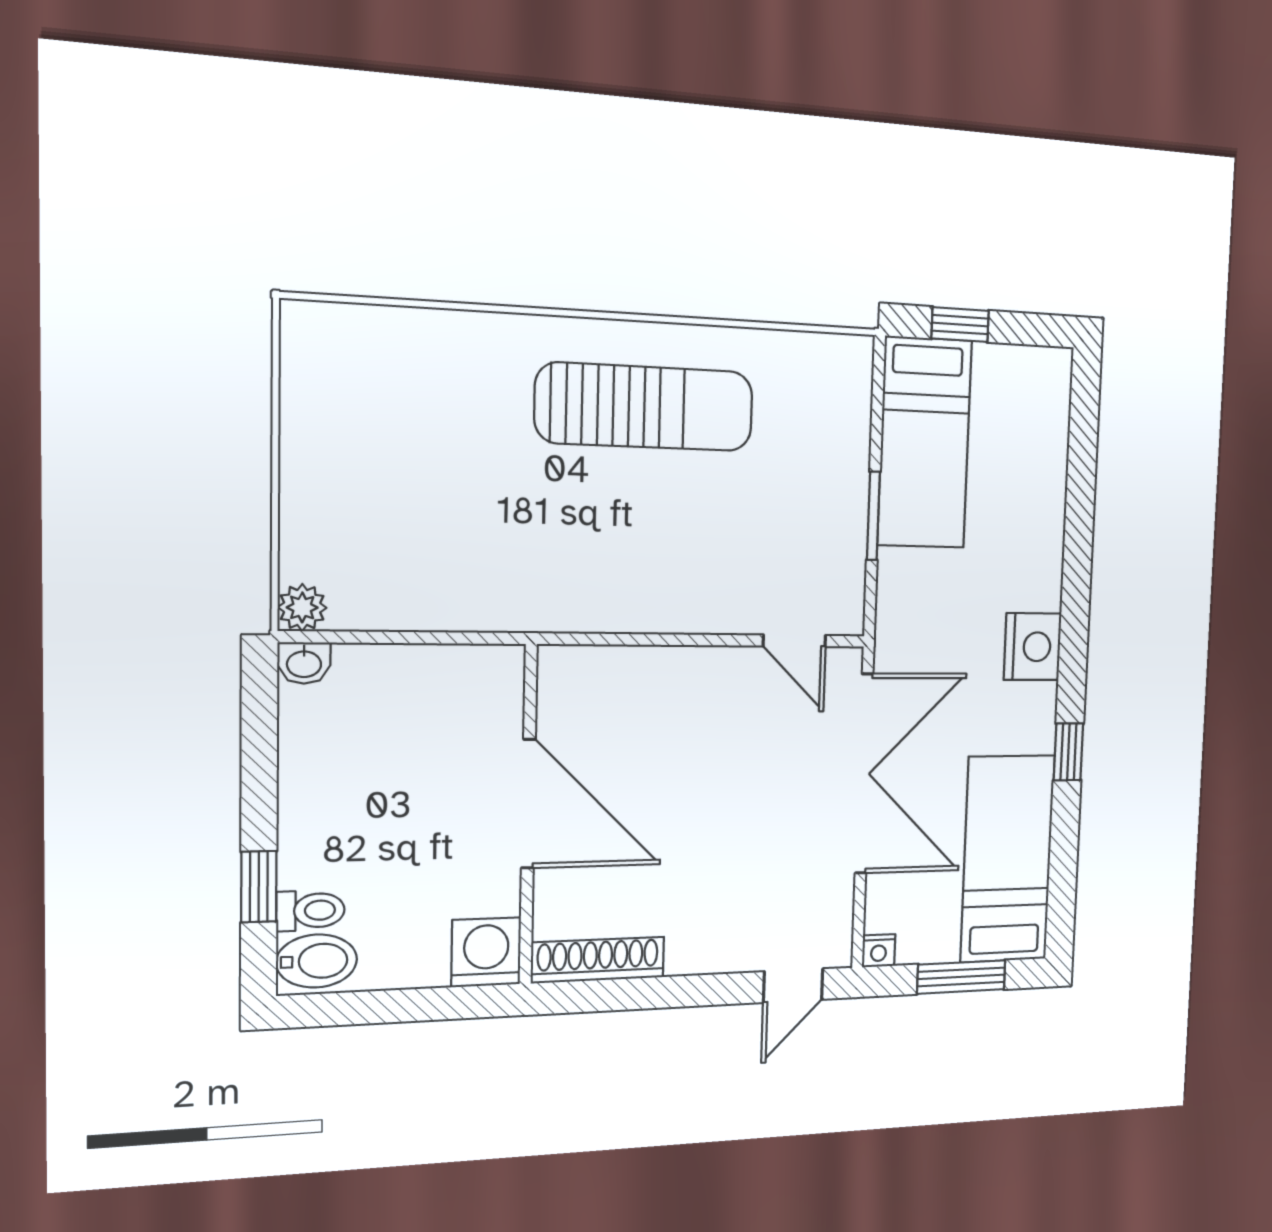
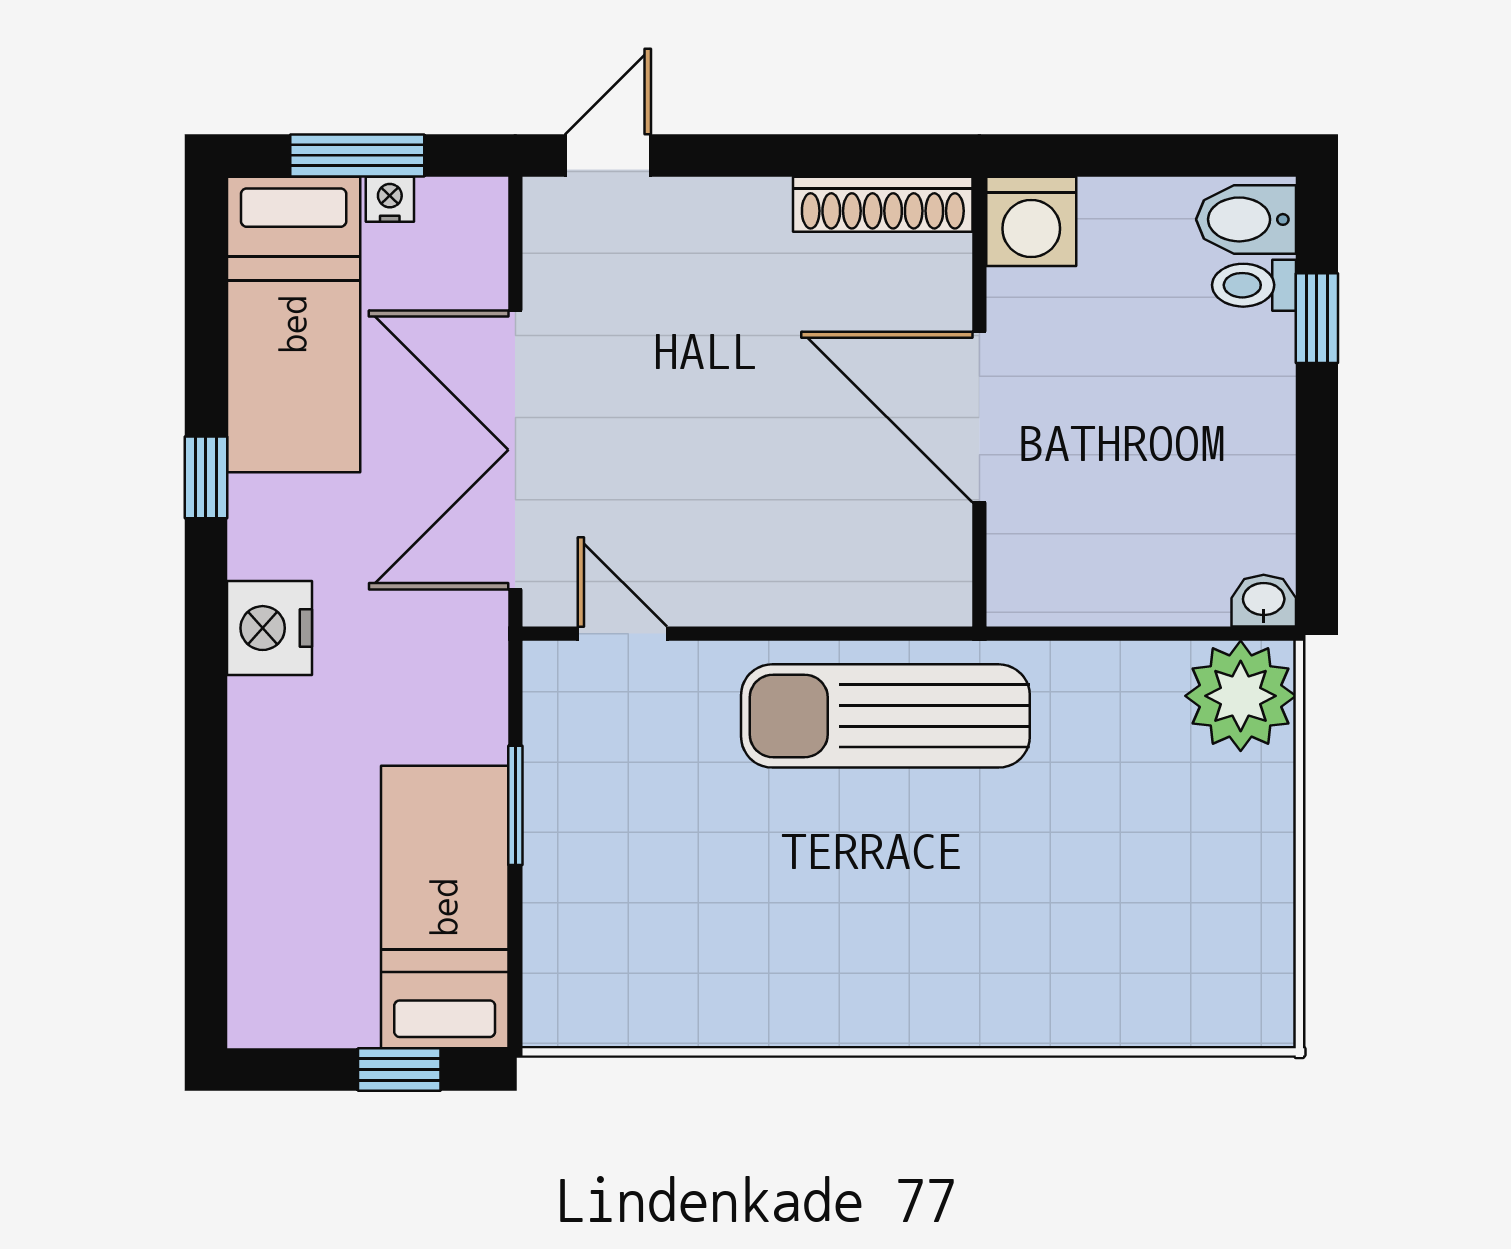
sun lounger: (645, 407) -> (885, 716), moved
plant: (302, 607) -> (1241, 696), width x1.88, depth x1.88
nightstand: (879, 951) -> (390, 199), moved

